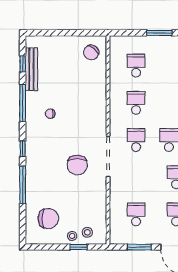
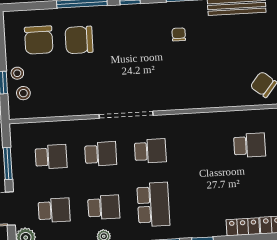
school desk: (136, 103) -> (101, 154), moved
chair: (77, 165) -> (79, 40), moved

